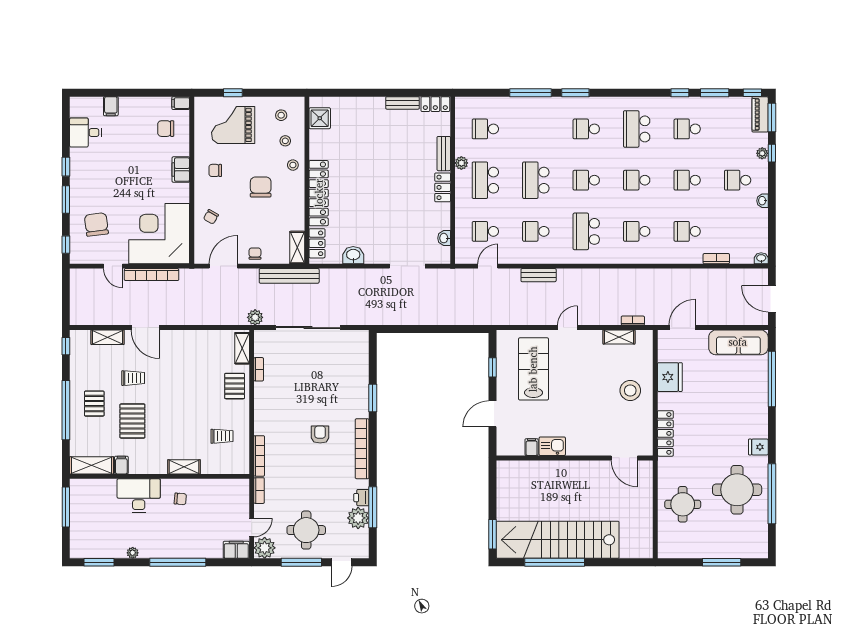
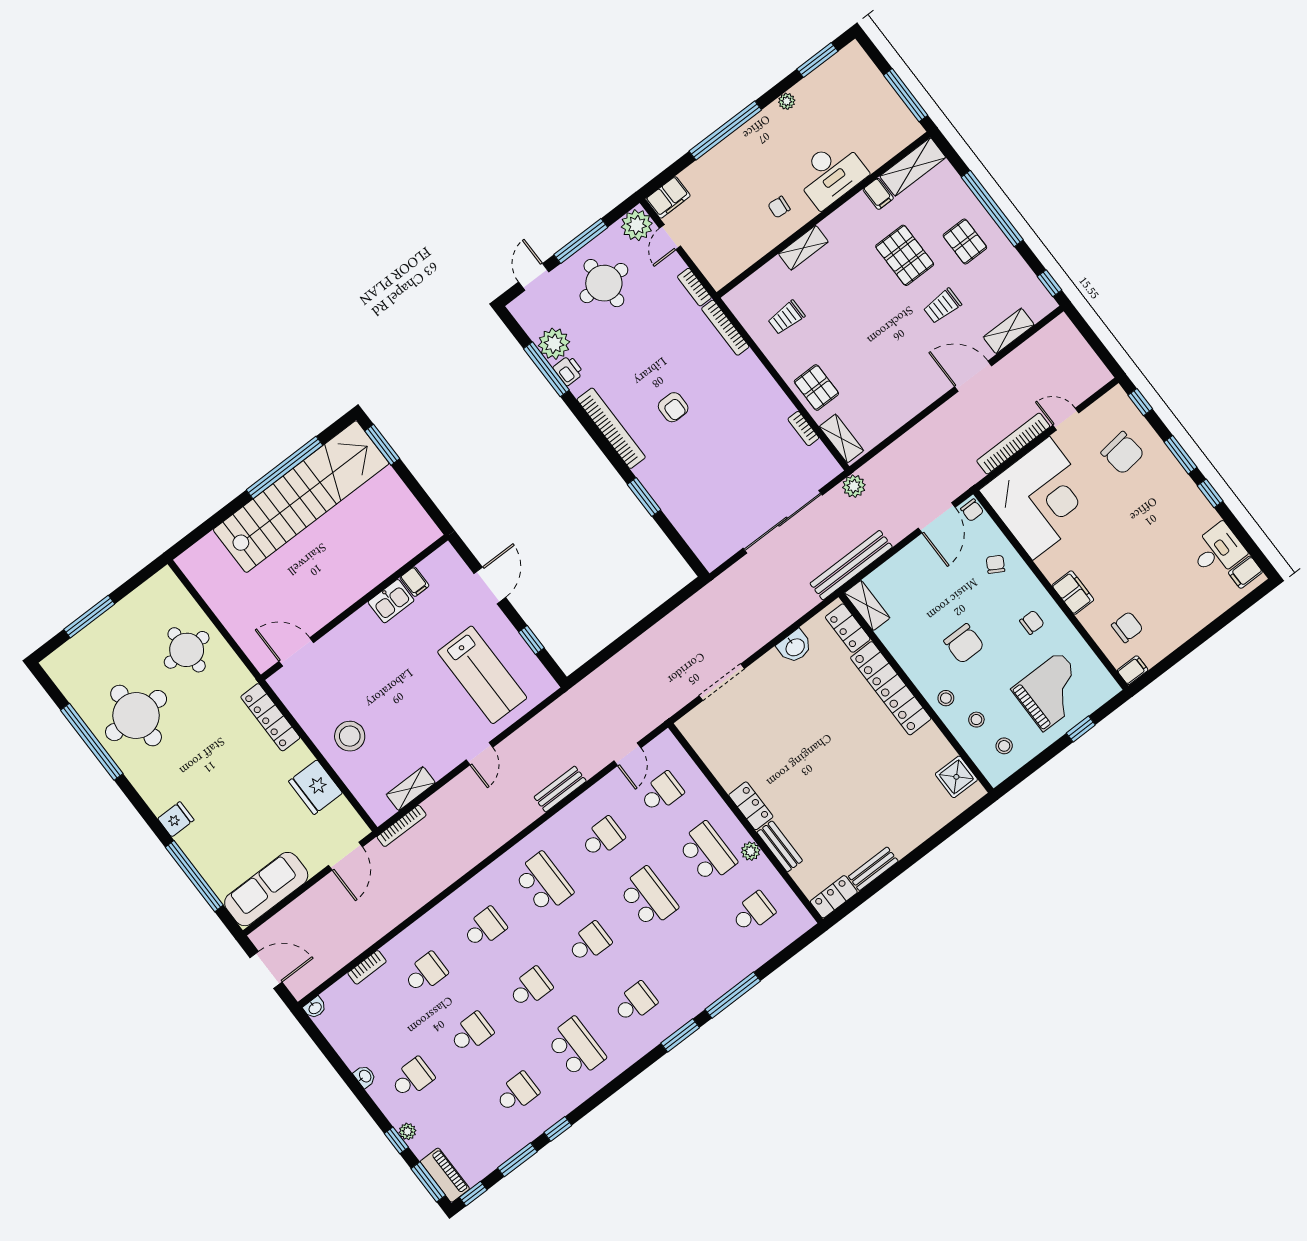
filing cabinet: (111, 106) -> (1245, 572), moved, turned -90
washbasin: (444, 238) -> (704, 748), removed
chair: (255, 254) -> (972, 510), moved
bookcase: (633, 321) -> (402, 826), width x1.56
fridge: (758, 447) -> (176, 819), moved

